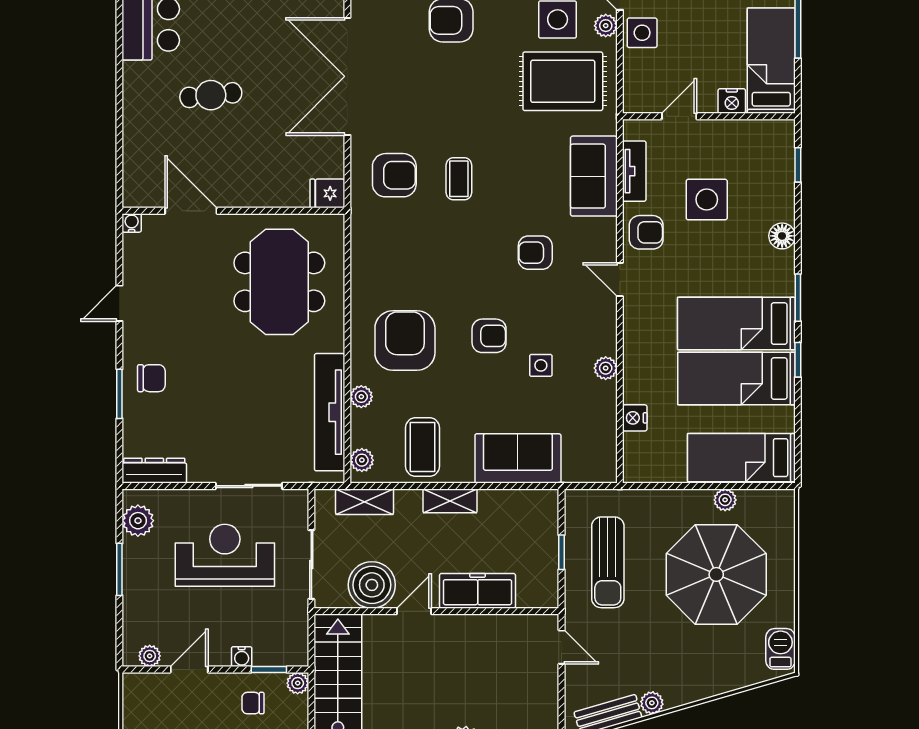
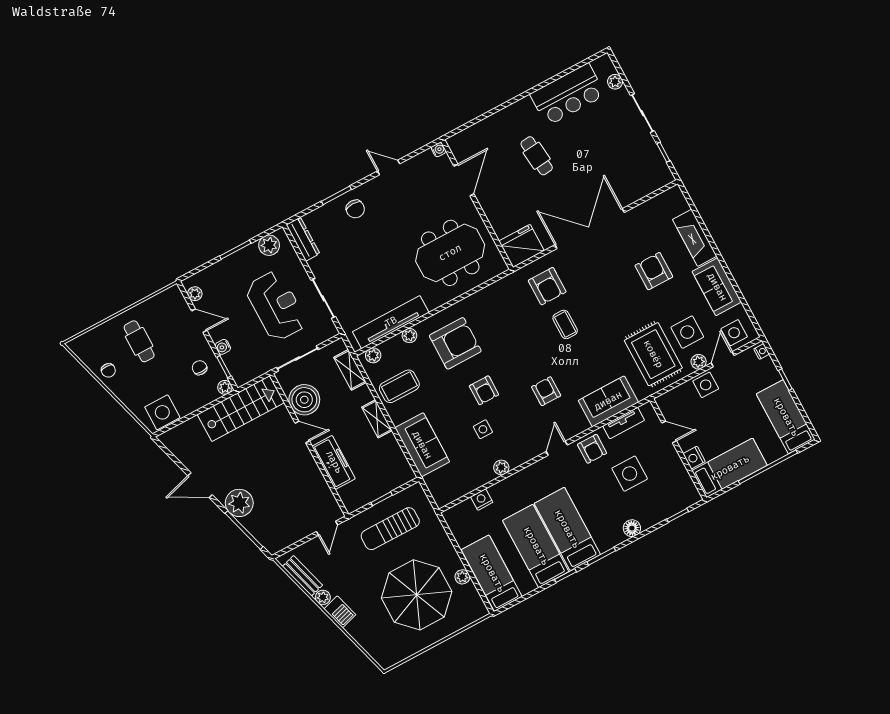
coffee table: (459, 179) -> (565, 324), turned 90
fridge: (327, 193) -> (522, 246), width x1.88, depth x1.34
barbecue: (780, 649) -> (340, 612), moved, turned 74

